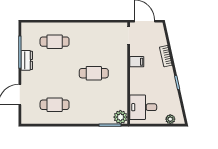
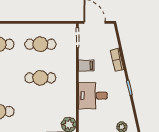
cafe table: (94, 42) -> (40, 44), added
desk: (143, 107) -> (93, 96), moved

